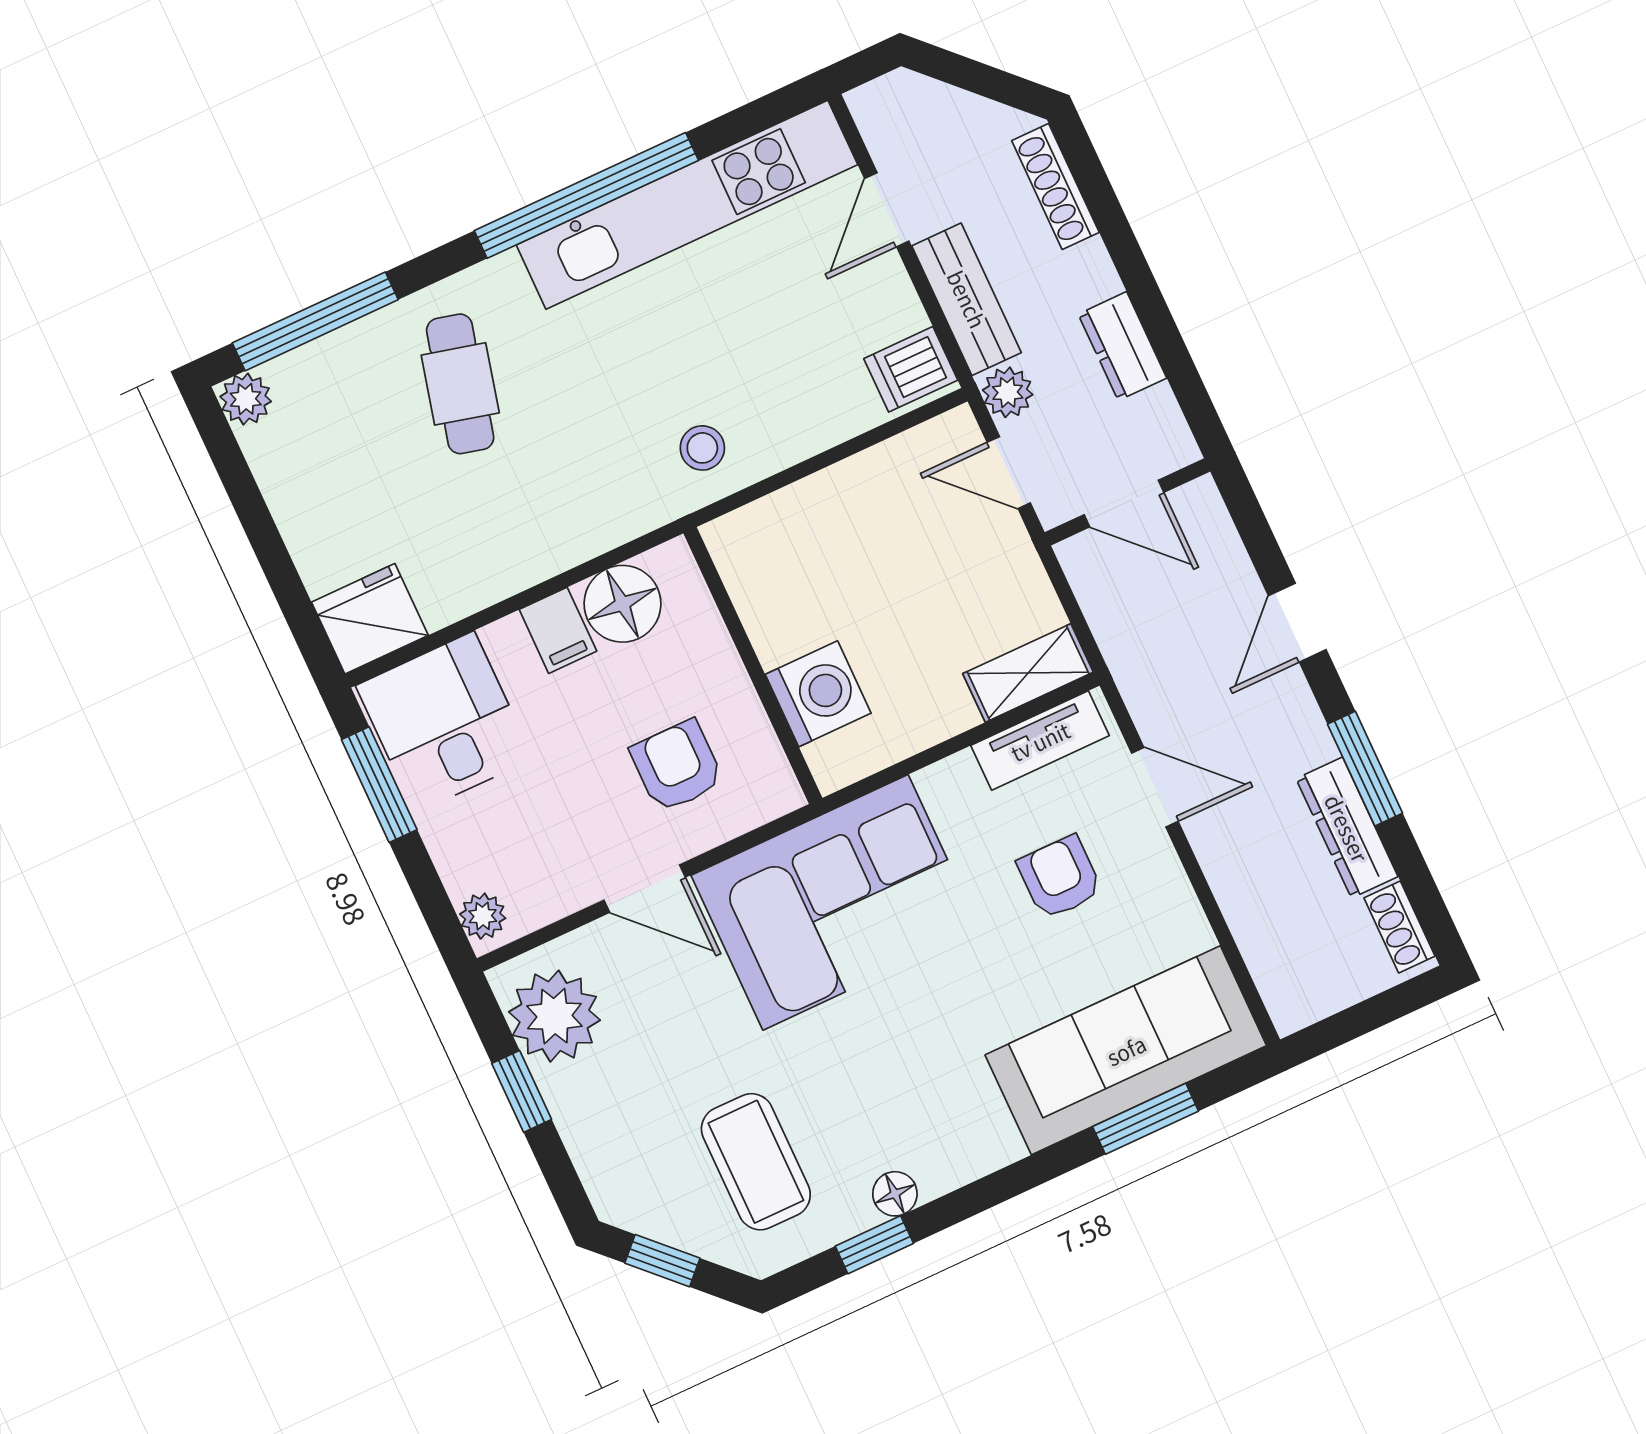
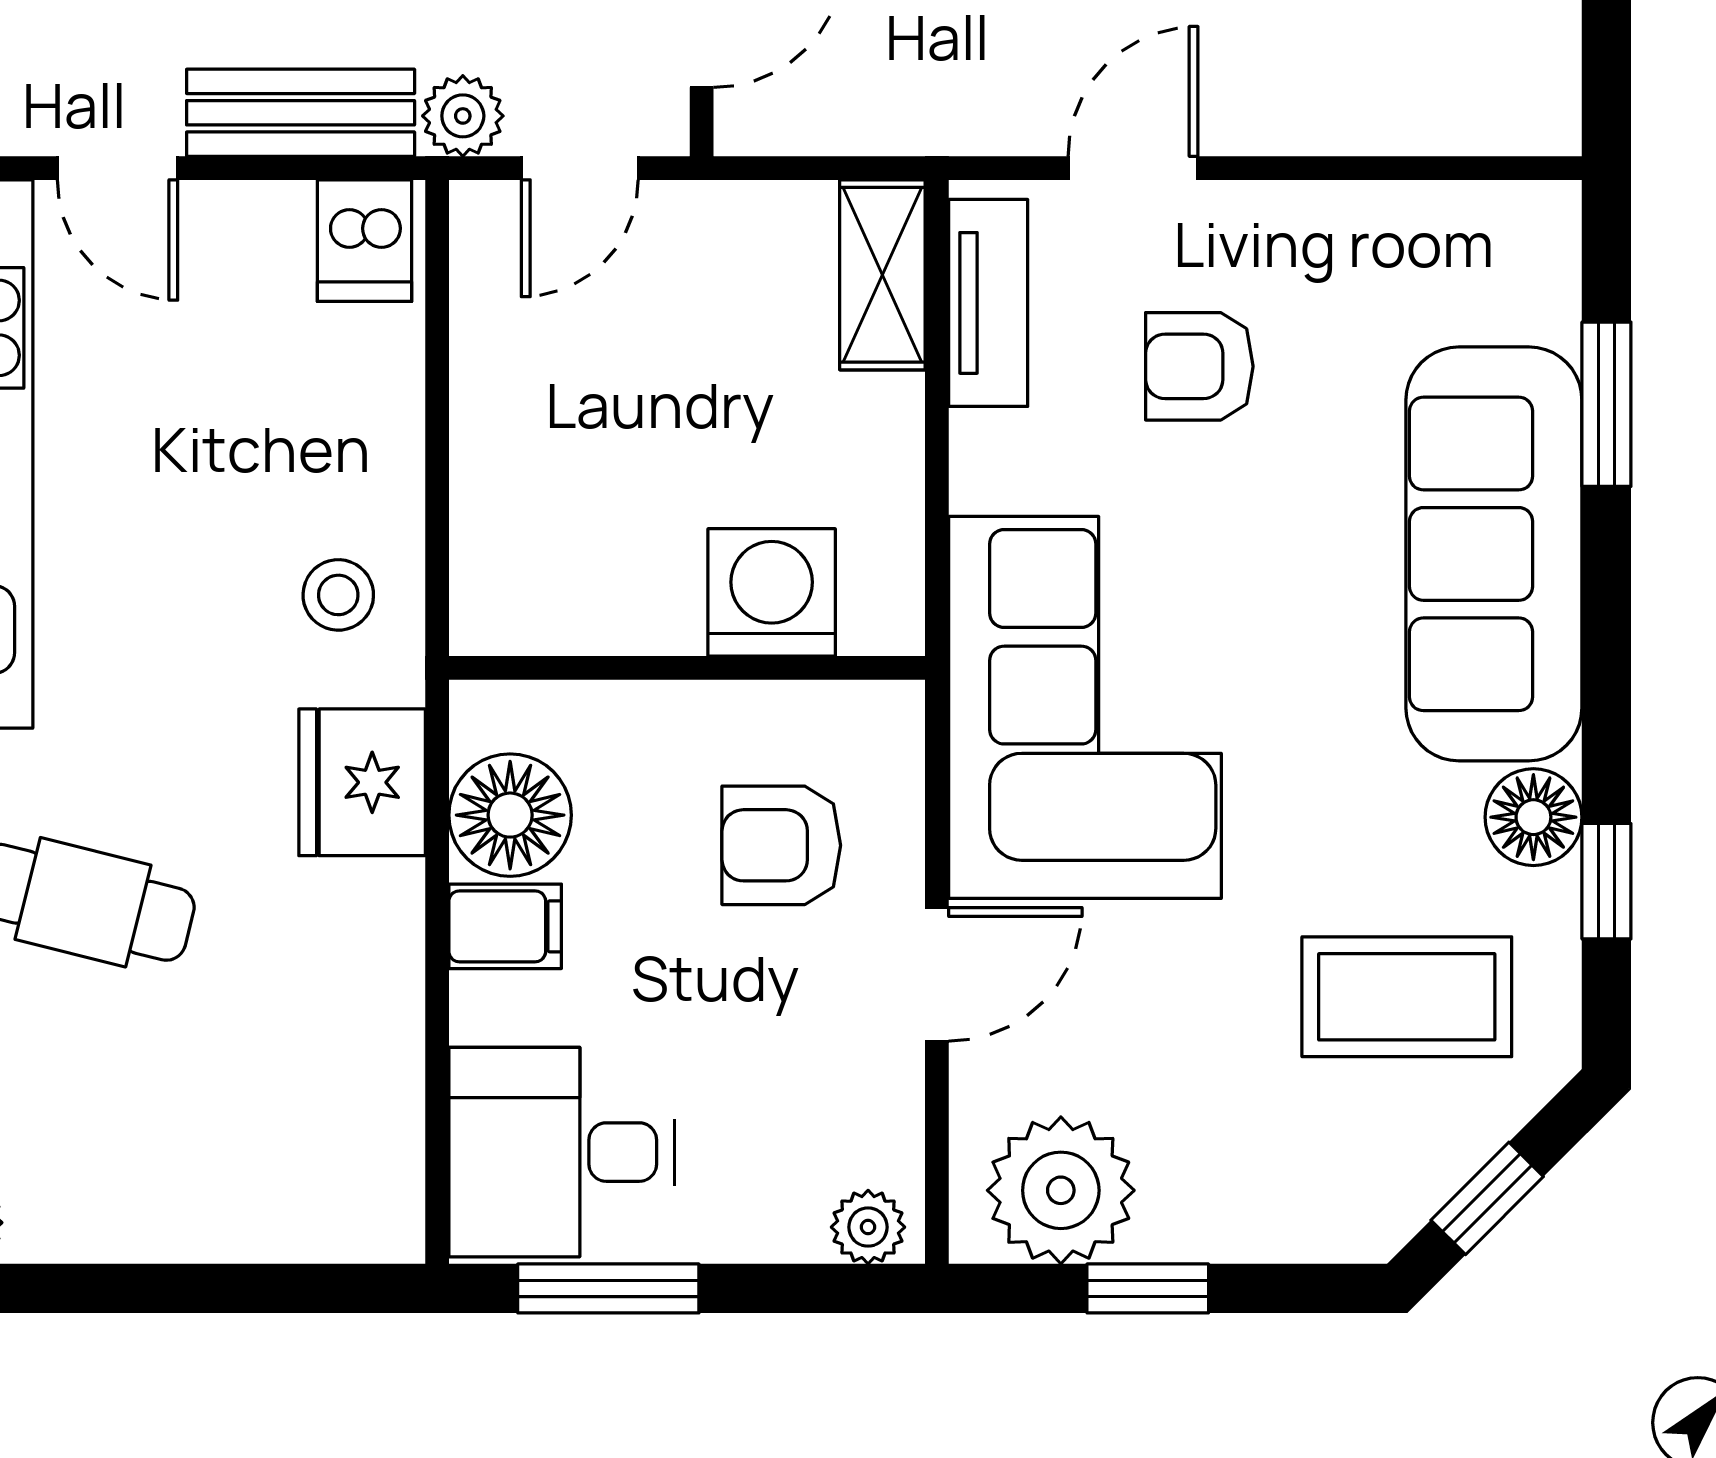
fridge: (370, 619) -> (362, 782), moved
sofa: (1126, 1050) -> (1494, 554), moved
floor lamp: (895, 1194) -> (1533, 817), width x1.37, depth x1.37

